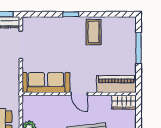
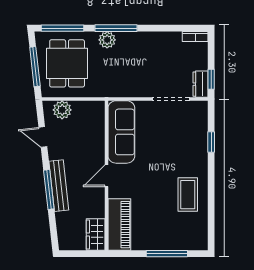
window: (71, 14) -> (211, 142), moved
coffee table: (94, 32) -> (188, 195), turned 90

